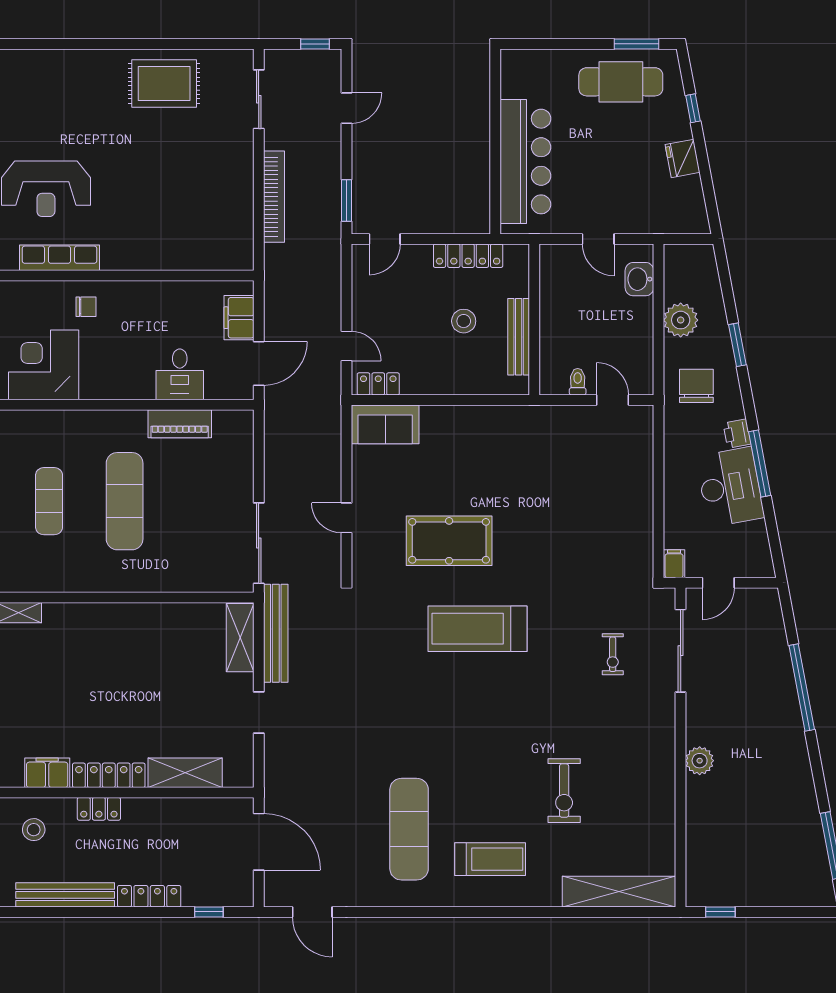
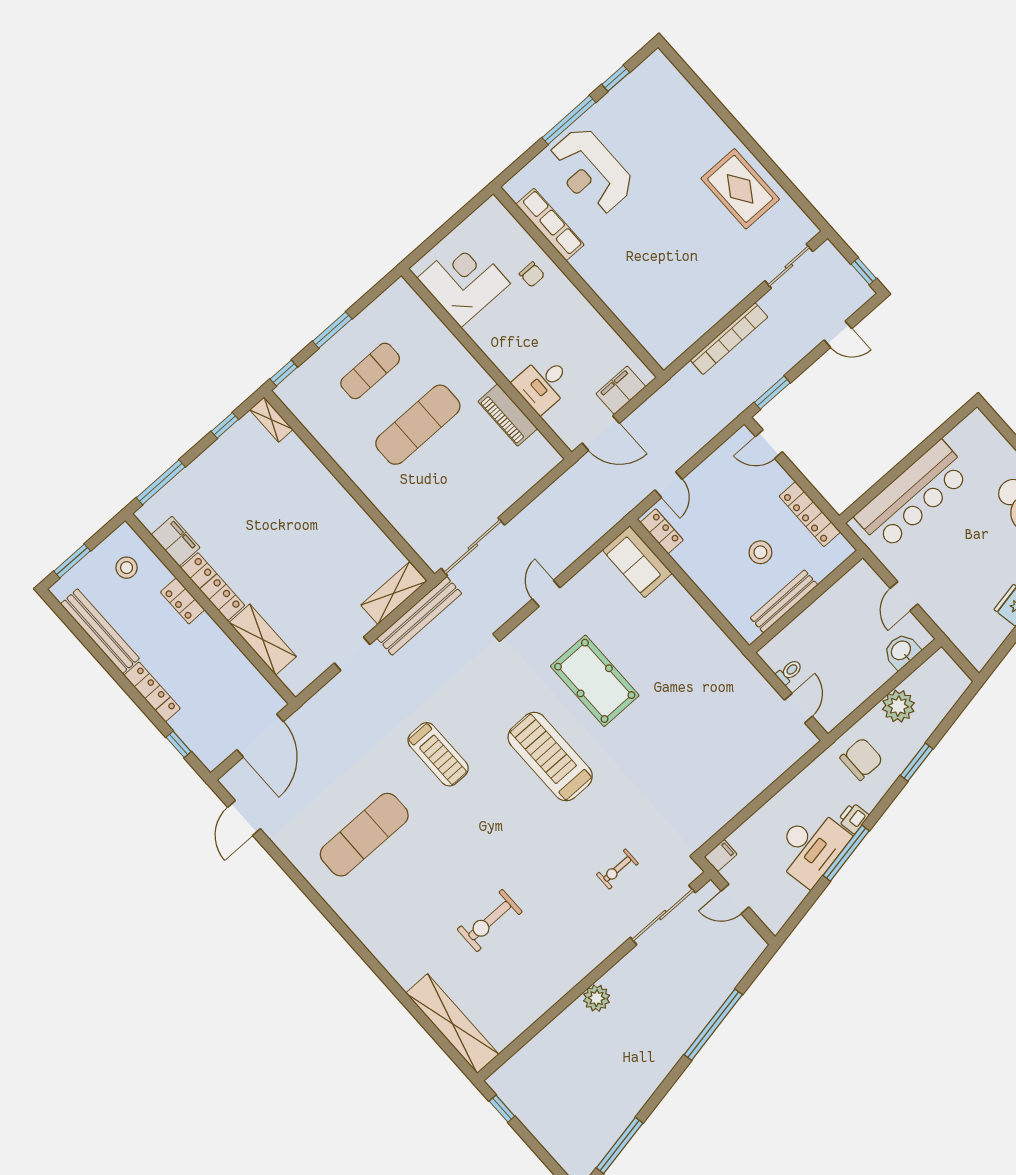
treadmill: (490, 859) -> (438, 754), moved

